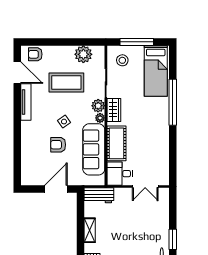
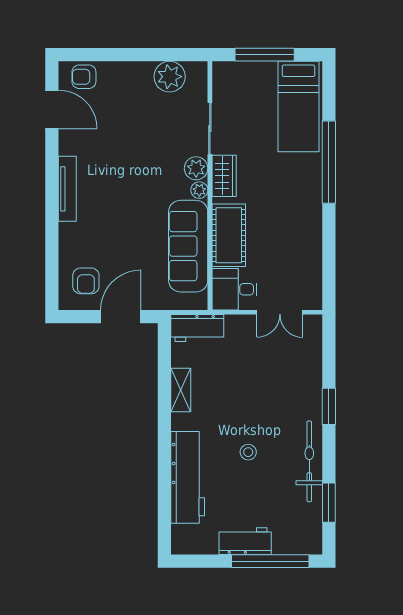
stool: (122, 60) -> (239, 87), removed
coffee table: (66, 82) -> (139, 127), removed
tv unit: (26, 102) -> (67, 189), moved
side table: (64, 122) -> (135, 197), removed
armchair: (58, 145) -> (86, 281), moved, turned -90

